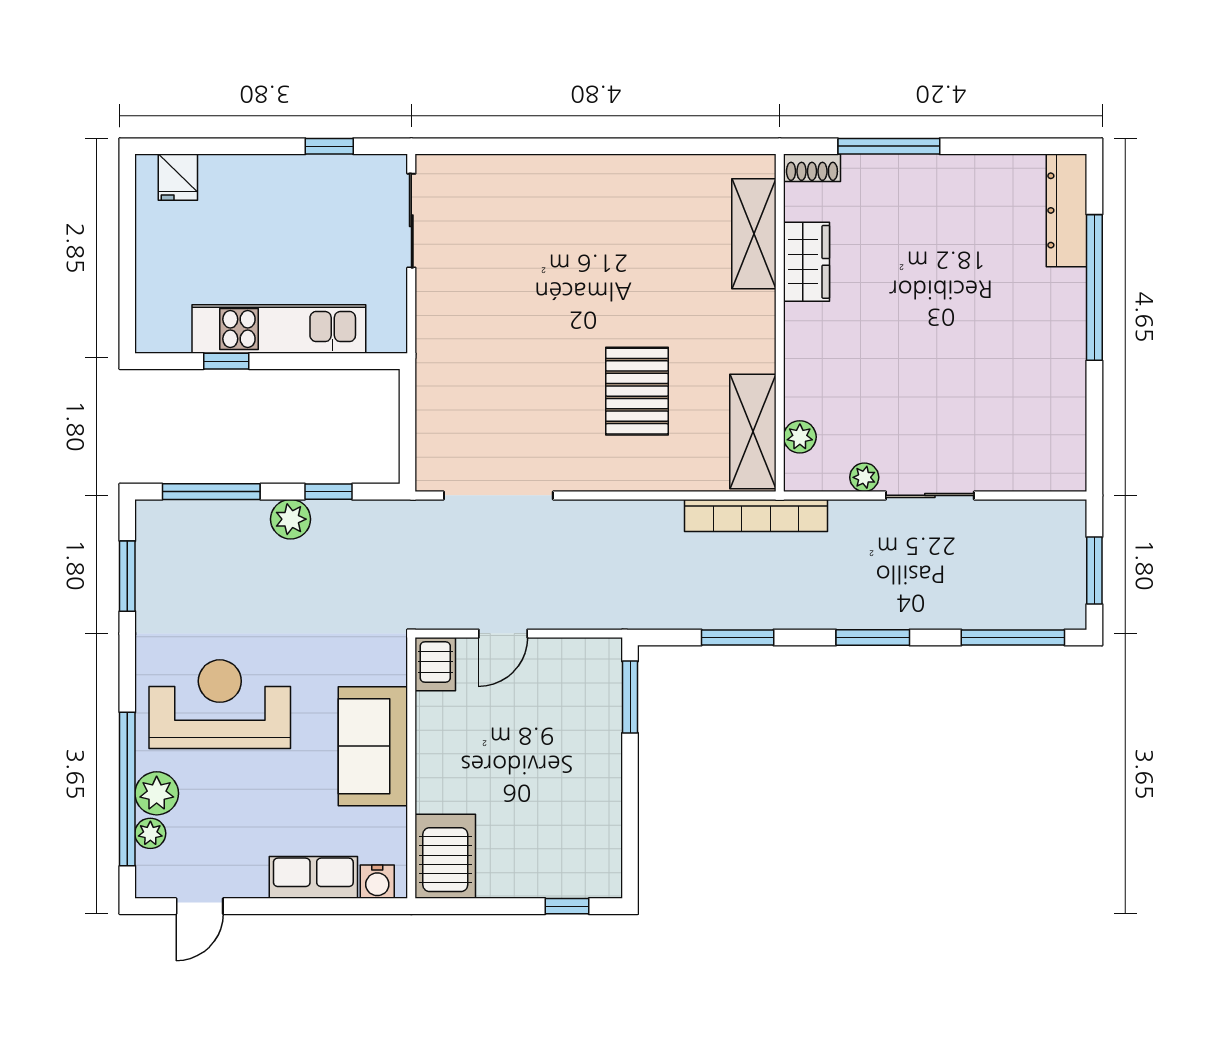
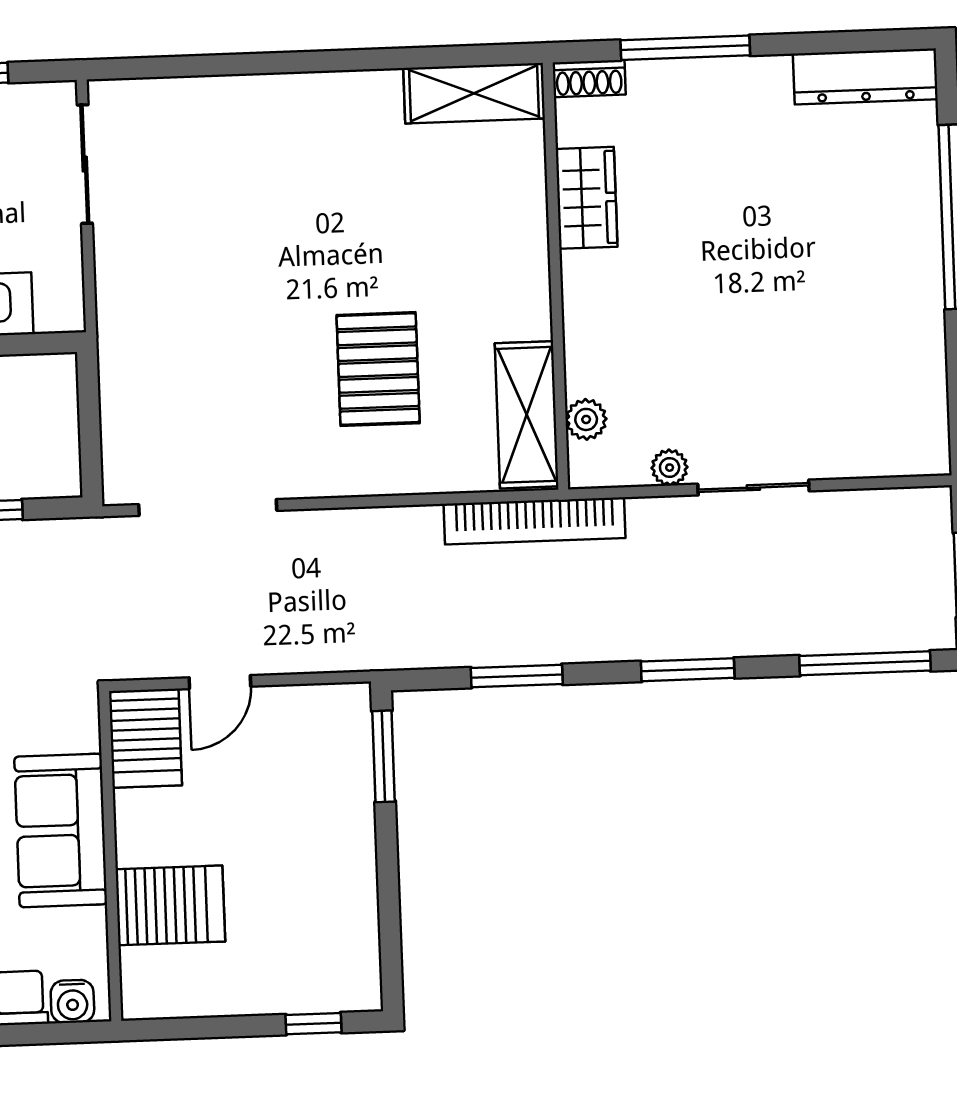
dresser: (1067, 210) -> (865, 76), moved, turned -90
shelving: (754, 234) -> (474, 93), moved, turned 90
server rack: (435, 664) -> (145, 738), width x1.36, depth x1.44
server rack: (445, 856) -> (170, 905), moved, turned 90

